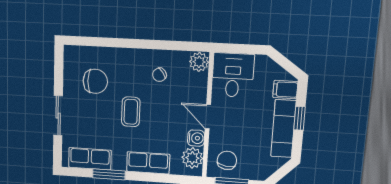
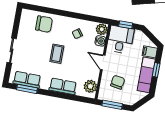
window: (239, 49) -> (126, 25), added
chair: (95, 81) -> (44, 24), moved
water cooler: (196, 138) -> (100, 41), moved
chair: (227, 160) -> (118, 82), moved
window: (109, 174) -> (27, 89), moved

